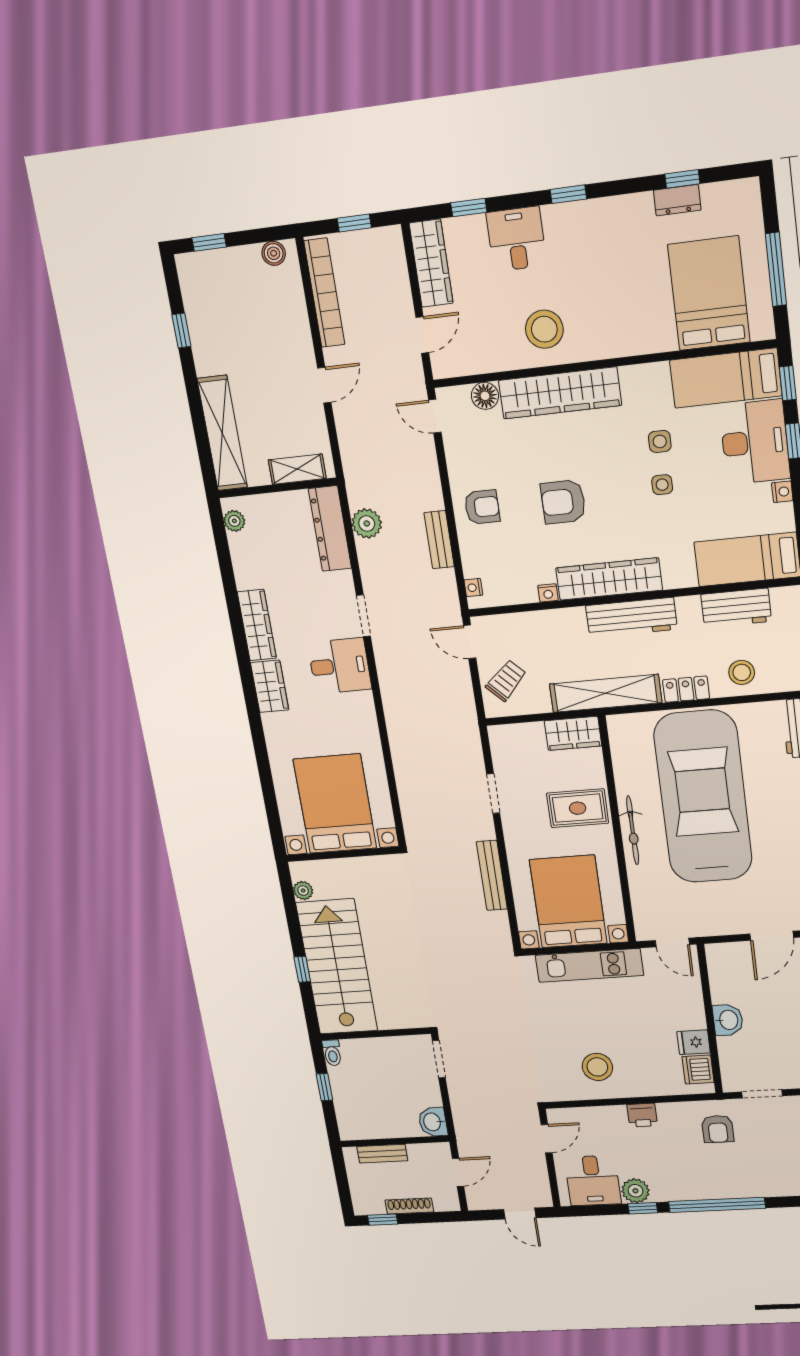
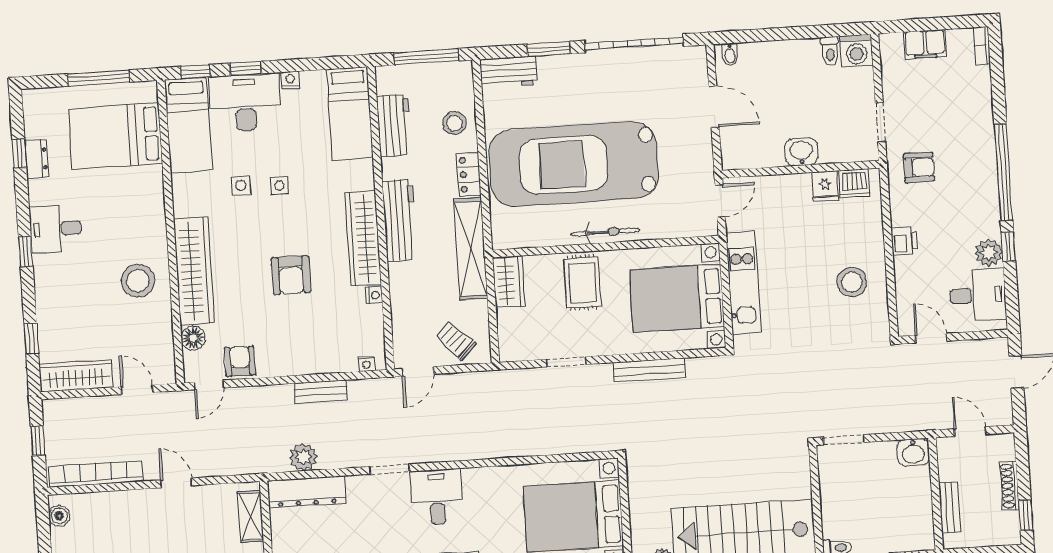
desk: (516, 239) -> (55, 229), moved
armchair: (482, 507) -> (240, 361), moved

